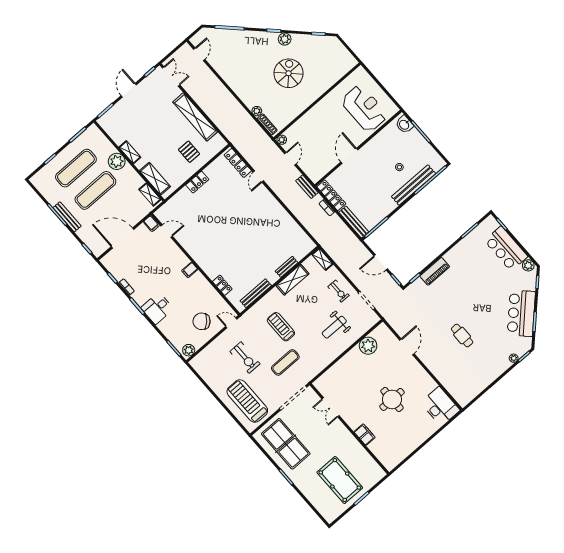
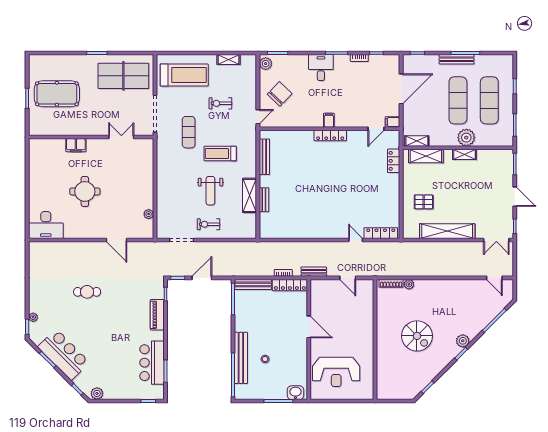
plant: (285, 39) -> (463, 341), moved
plant: (282, 140) -> (369, 284), removed
locker: (197, 182) -> (394, 161), moved
bar counter: (506, 249) -> (152, 363), moved, turned -90
shelving: (322, 259) -> (229, 60), moved
locker: (222, 285) -> (330, 136), moved, width x1.53
treadmill: (281, 327) -> (220, 154), turned 180
weight bench: (334, 327) -> (210, 191), moved, turned 180
plant: (368, 346) -> (149, 214), width x0.53, depth x0.53
exercise bike: (245, 358) -> (220, 103), width x0.73, depth x0.72

